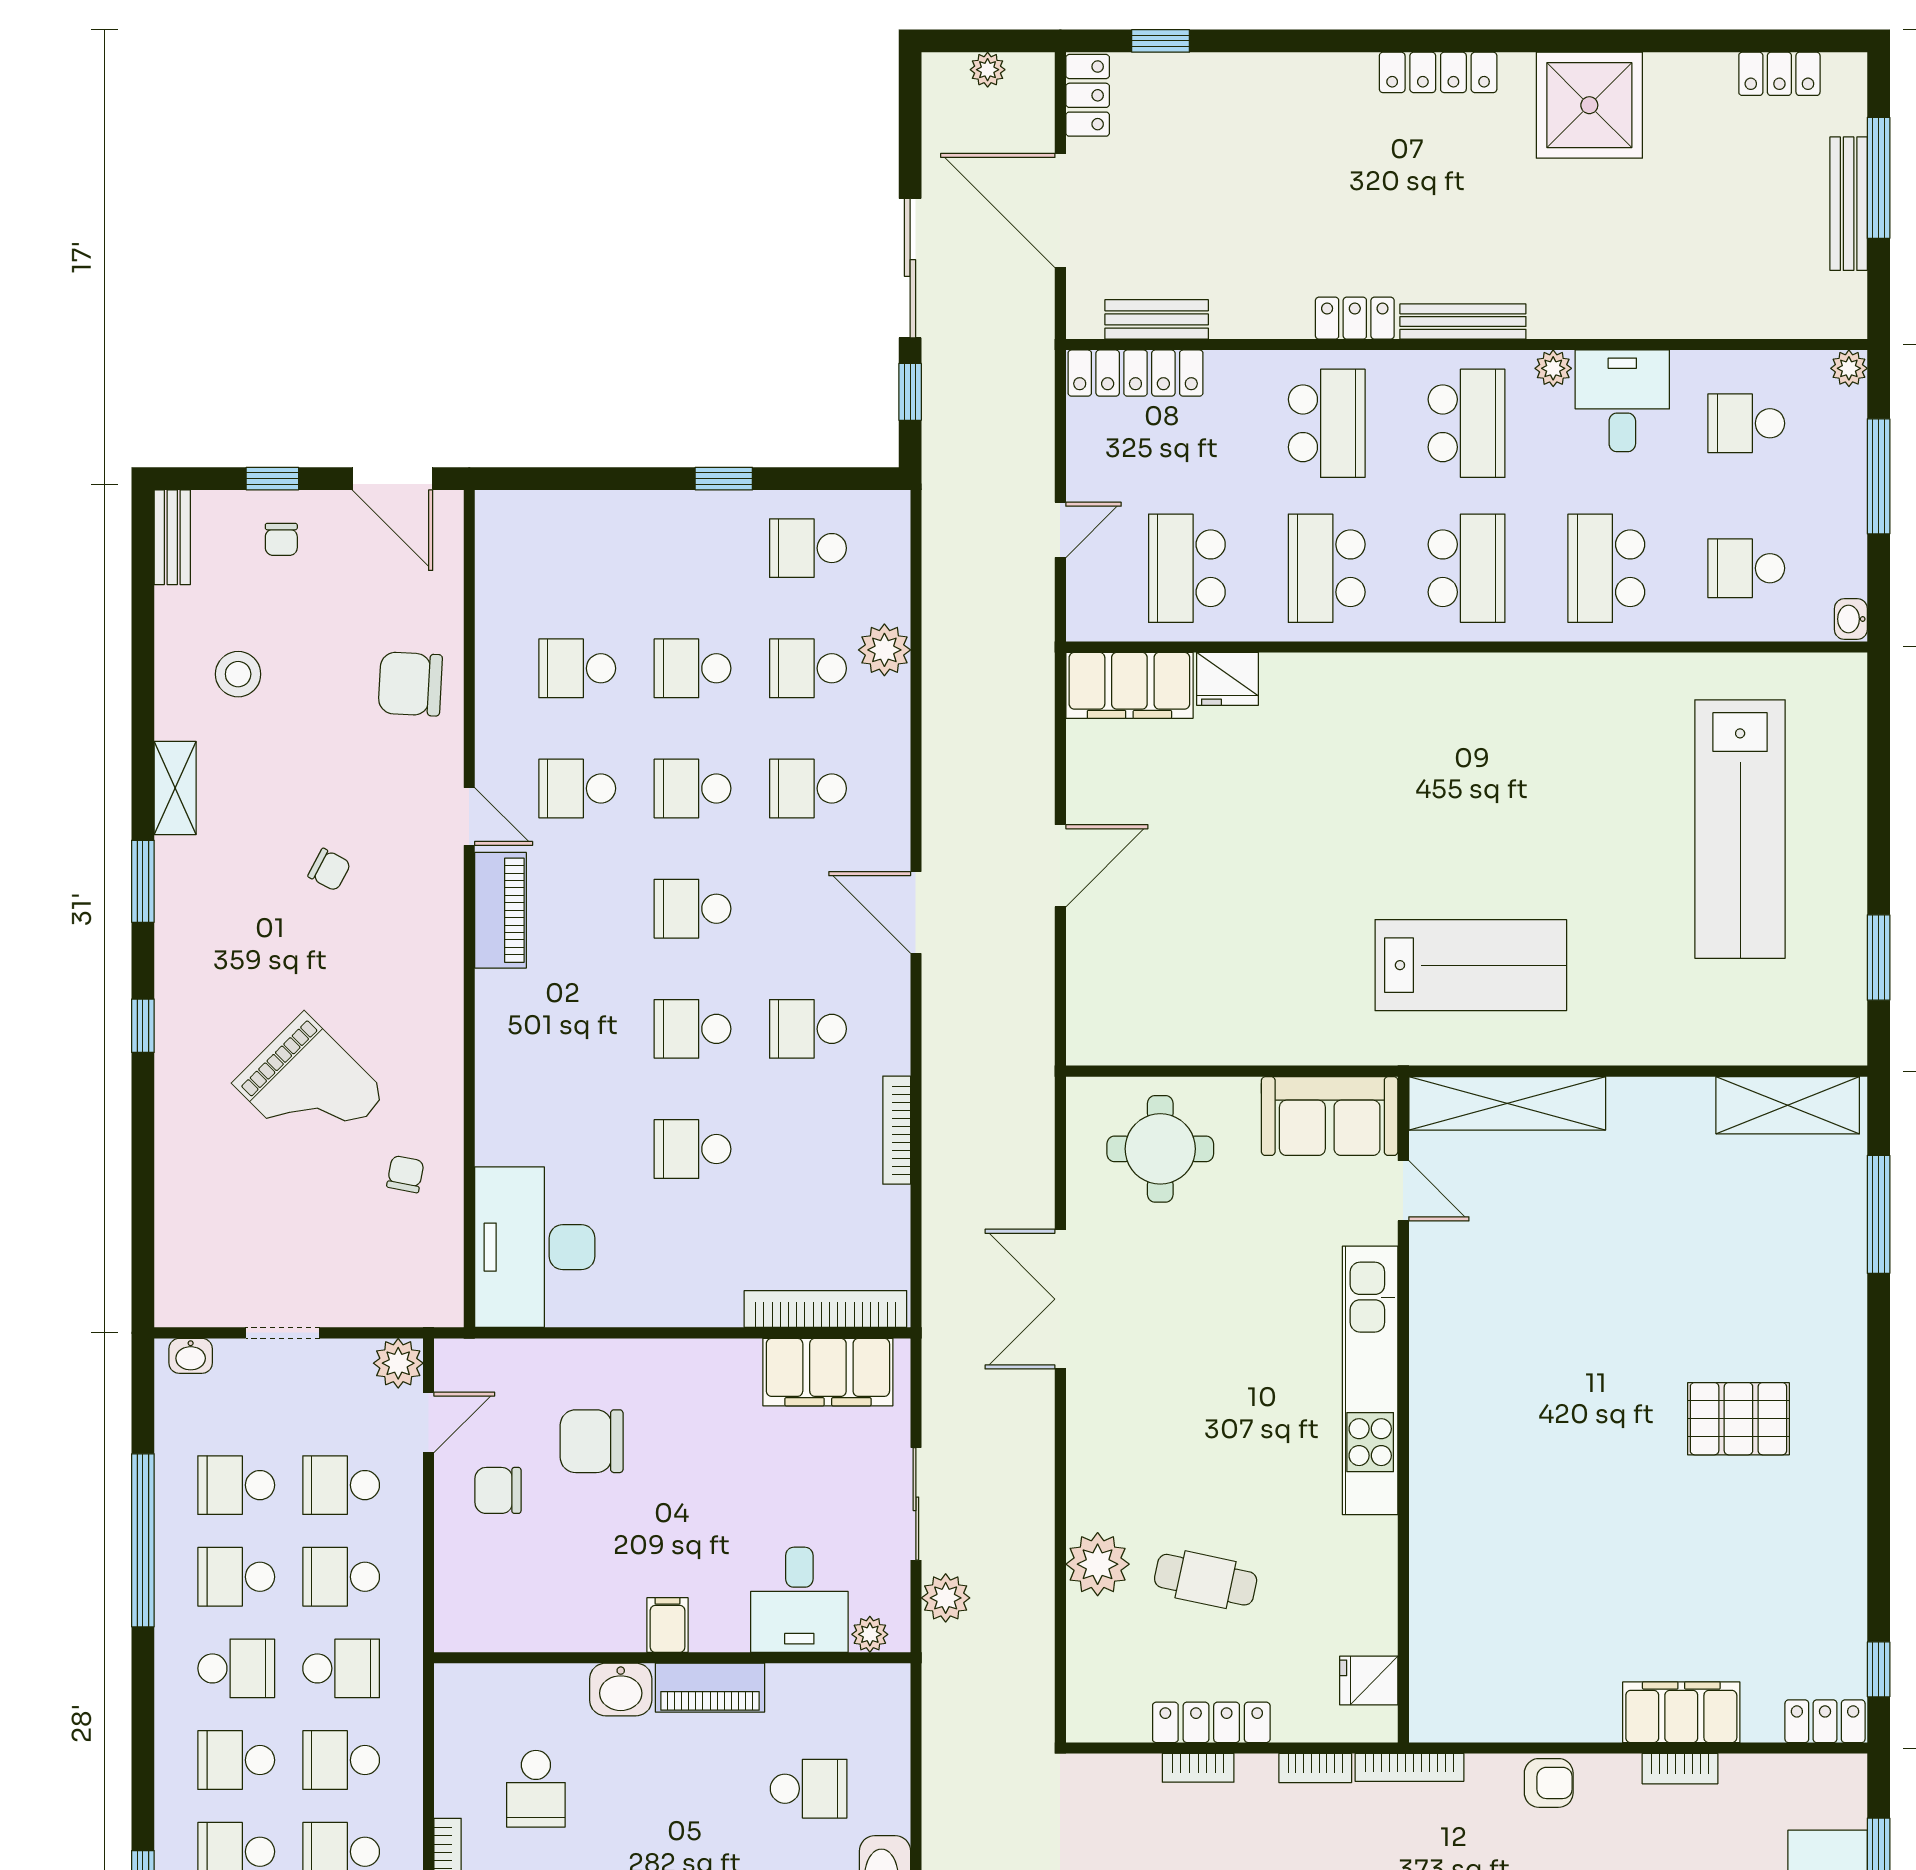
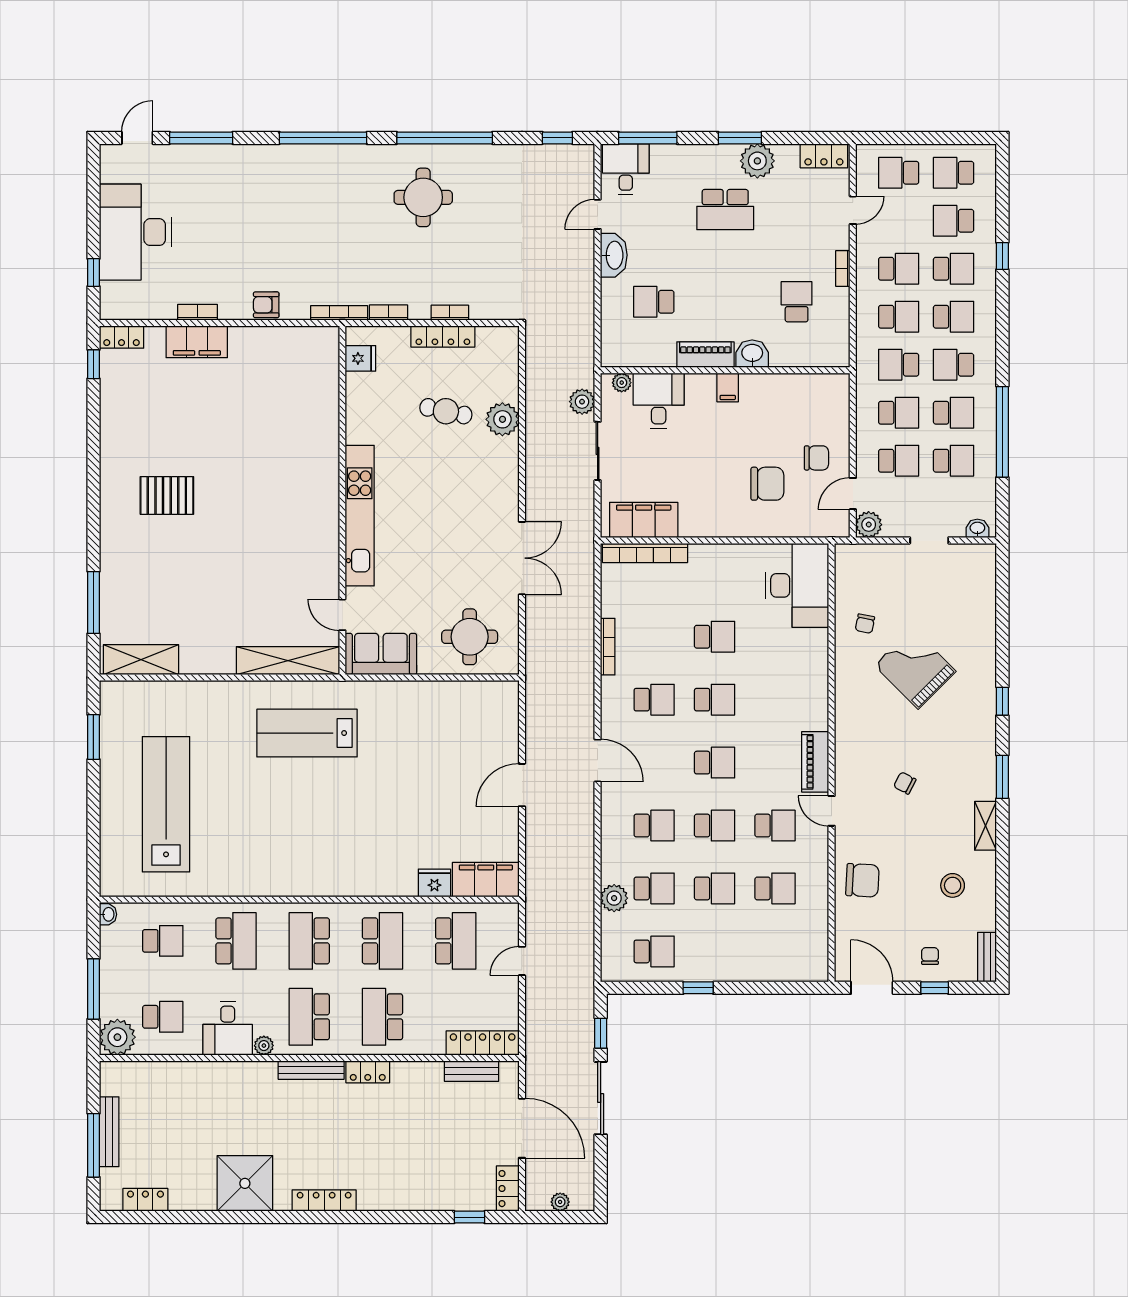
plant: (1849, 368) -> (117, 1037), width x1.88, depth x1.88

